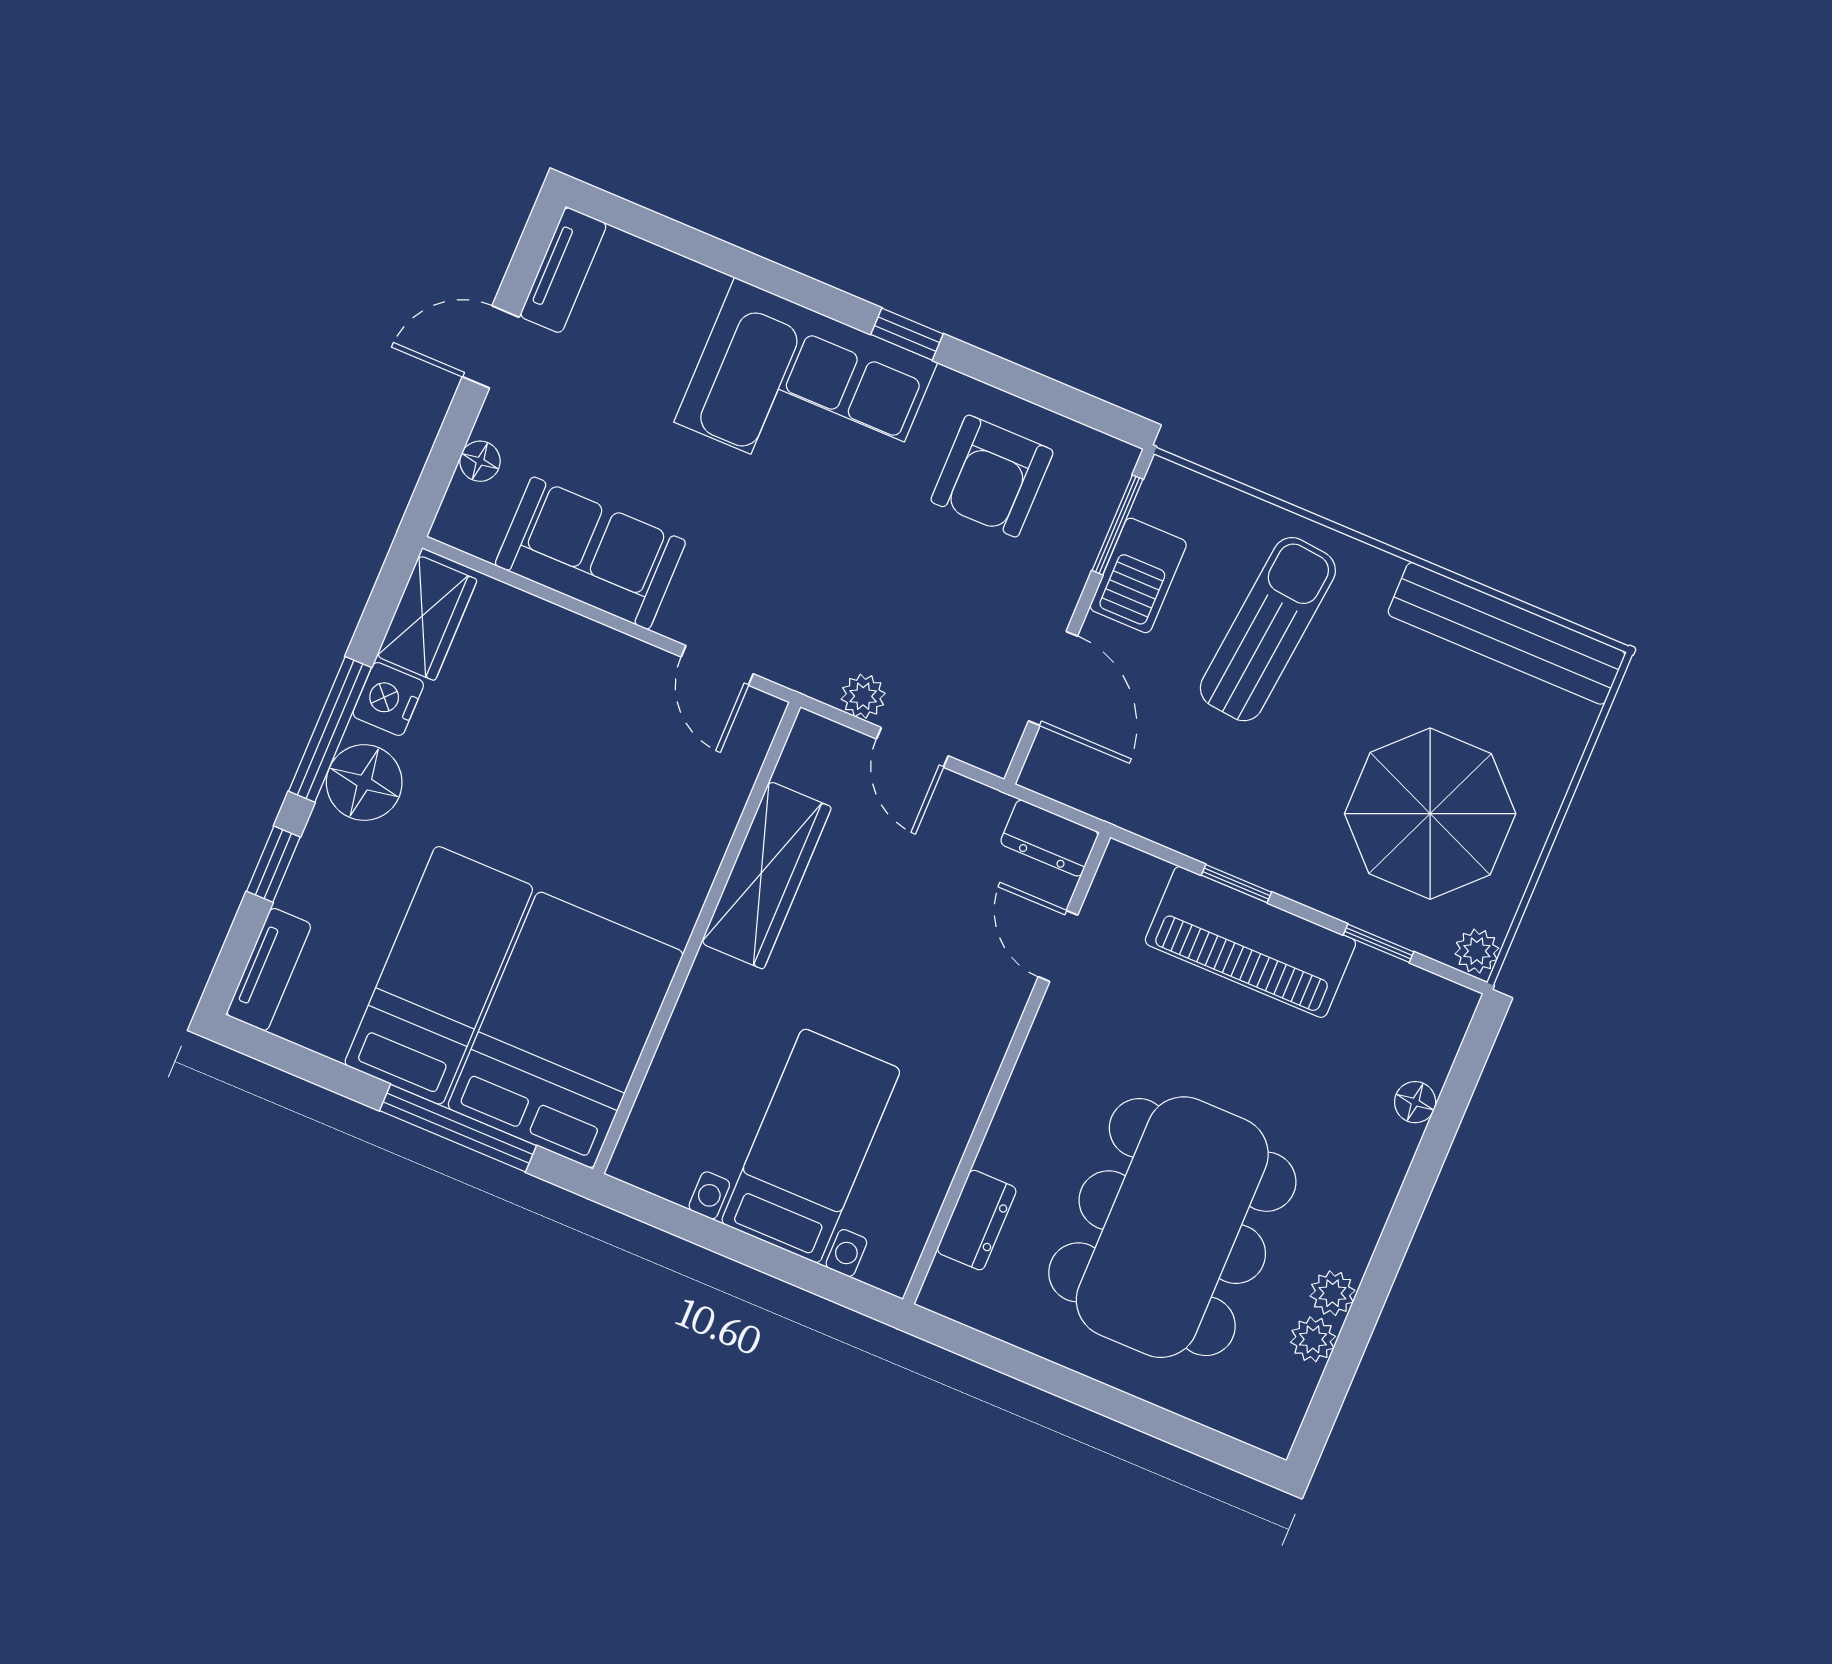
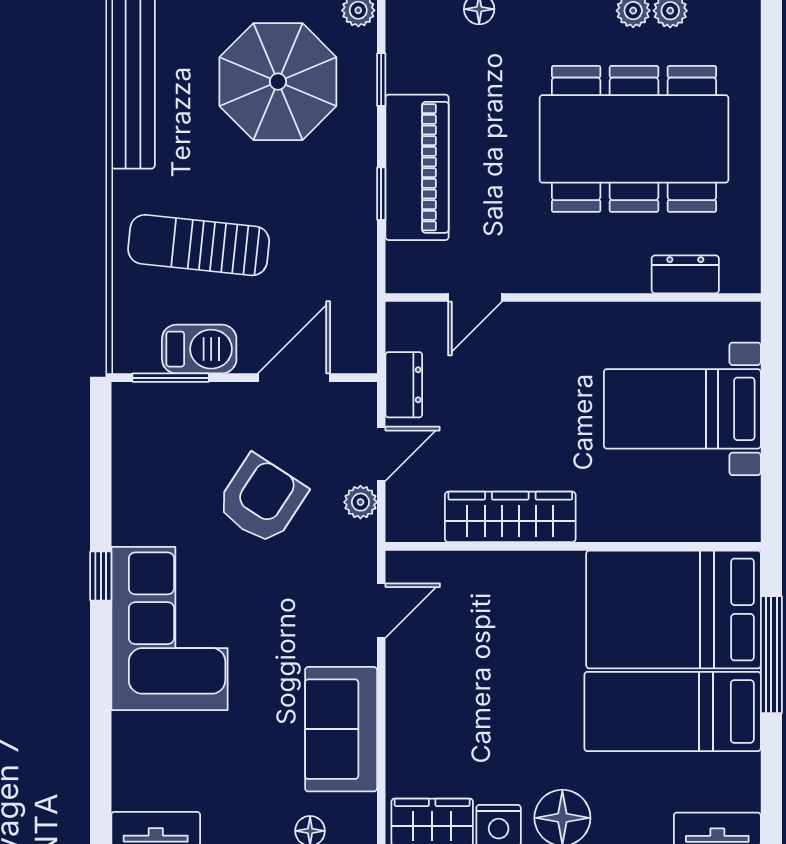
armchair: (992, 476) -> (262, 500), moved, turned -57
dresser: (1049, 838) -> (404, 385), moved

